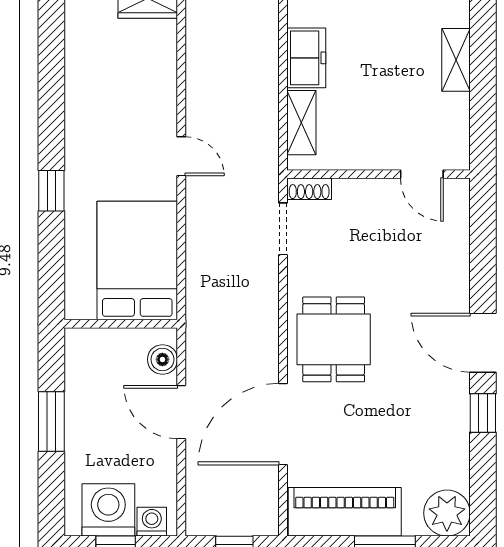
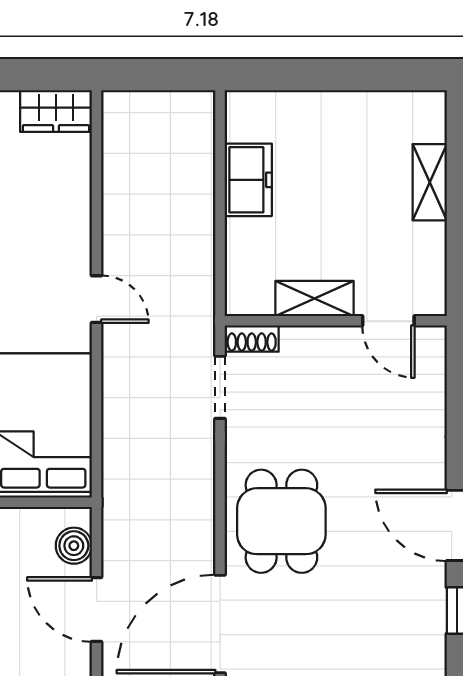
shelving: (301, 123) -> (315, 299), moved, turned 90

